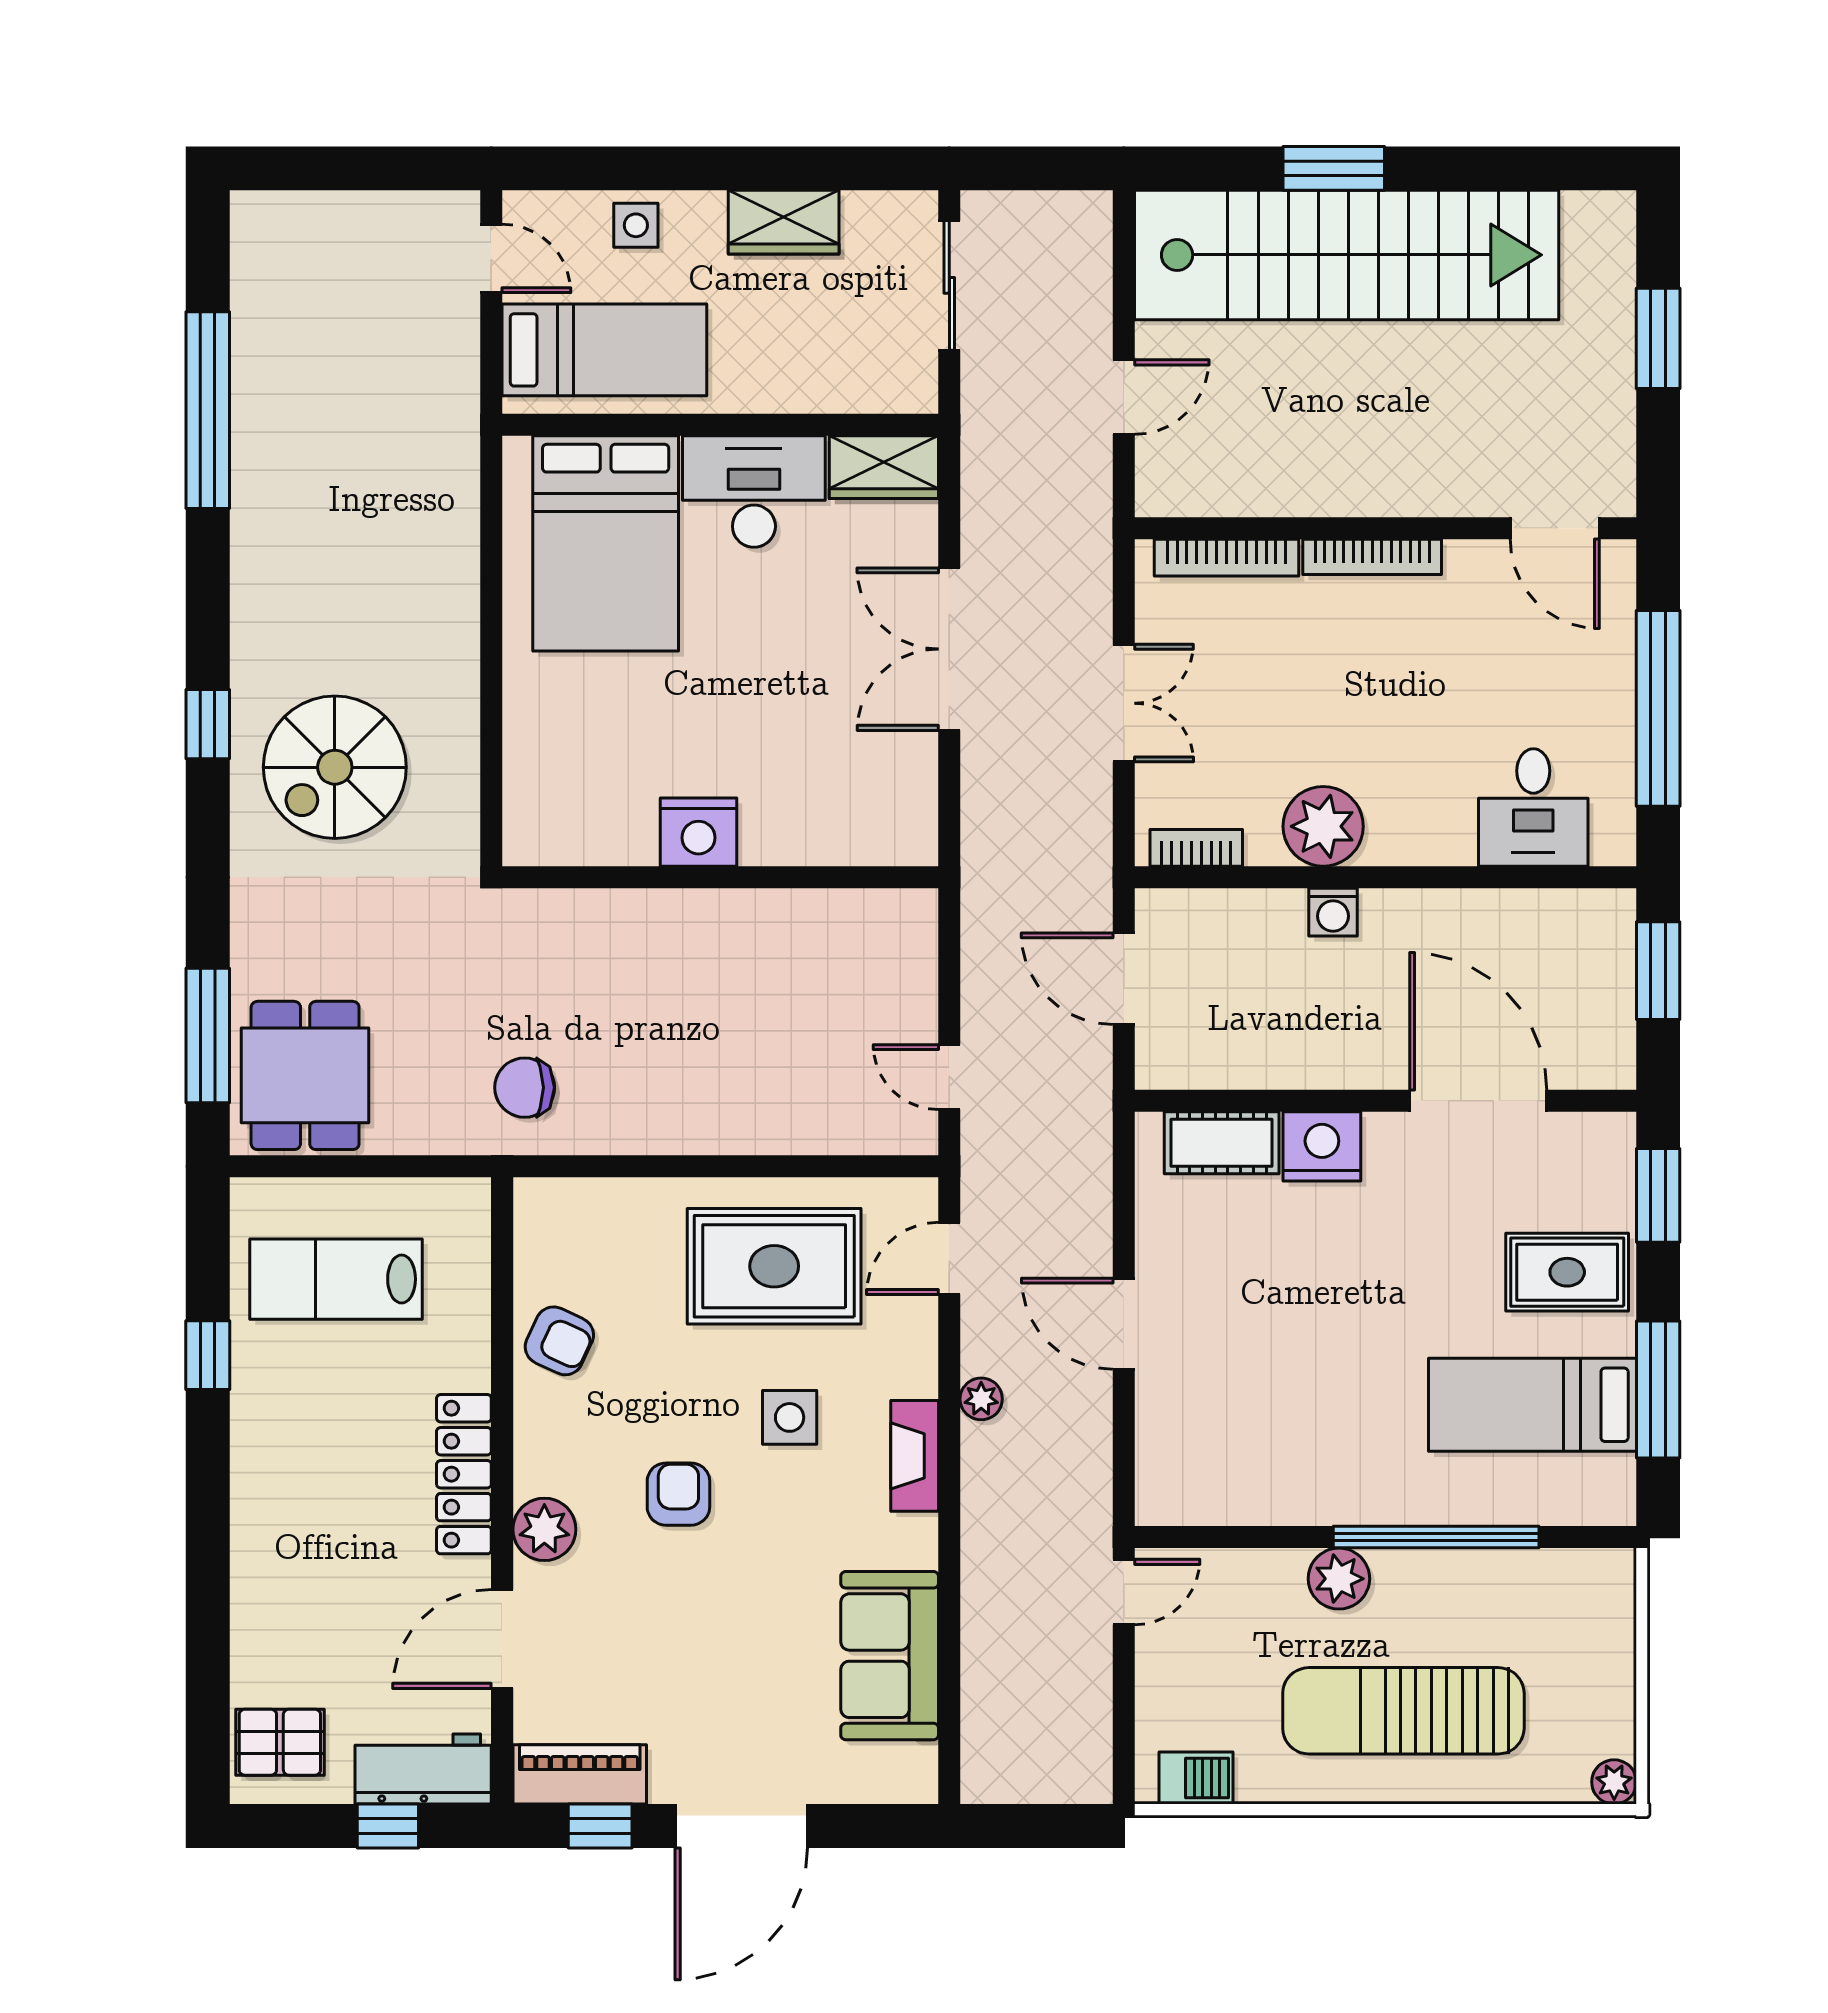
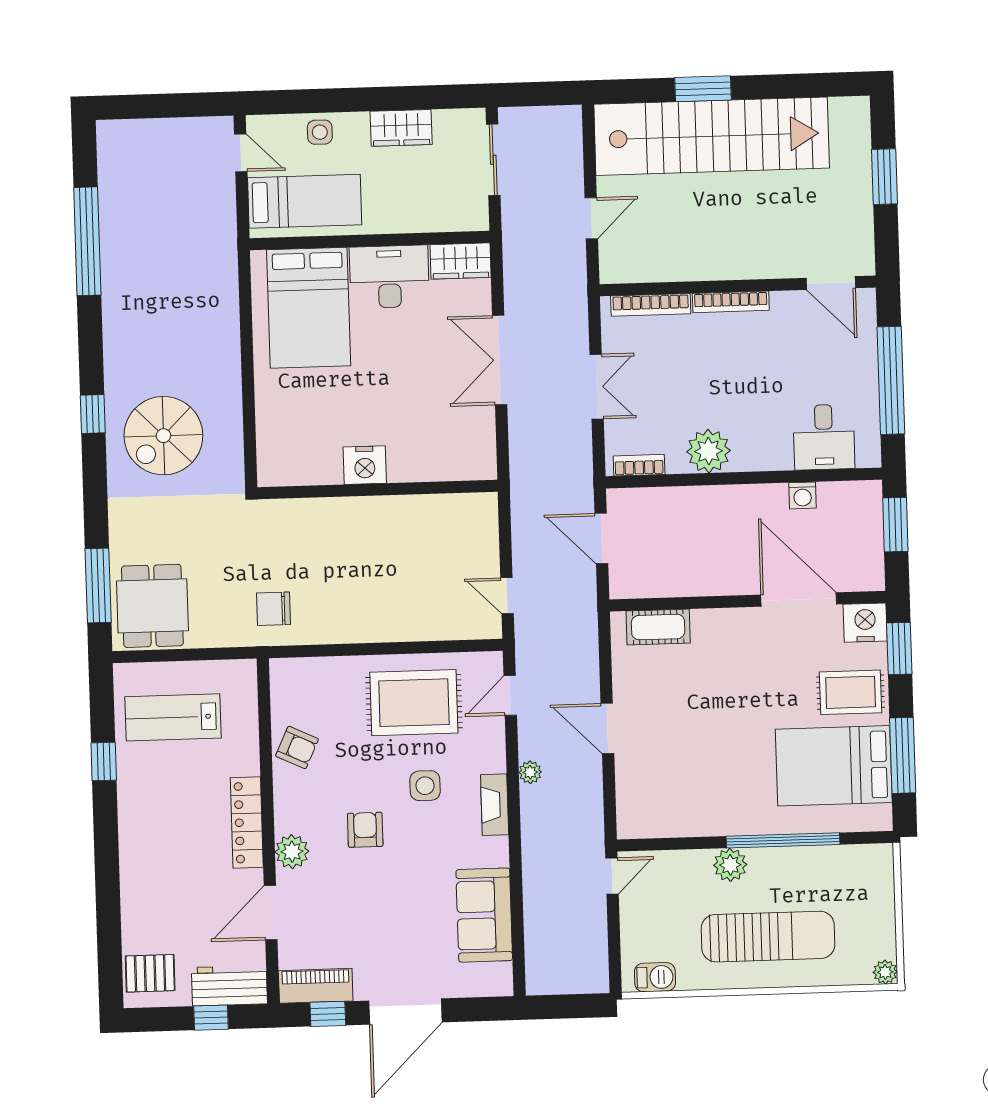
washing machine: (1333, 912) -> (803, 495), moved
nightstand: (1322, 1146) -> (865, 623), moved
bed: (1532, 1405) -> (834, 766), width x1.50
sun lounger: (1403, 1711) -> (768, 937), turned 180

